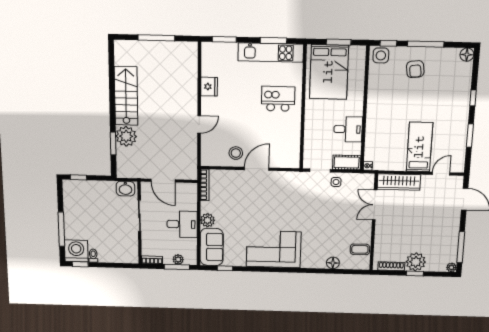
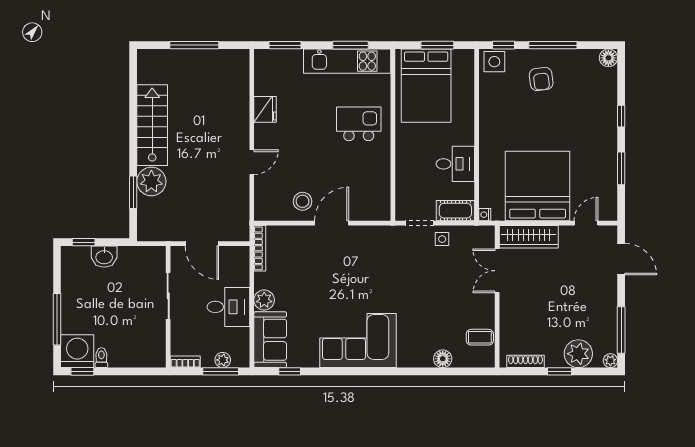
bed: (420, 147) -> (538, 186), width x2.04
washbasin: (125, 189) -> (104, 257), moved
plant: (416, 262) -> (578, 354), moved

